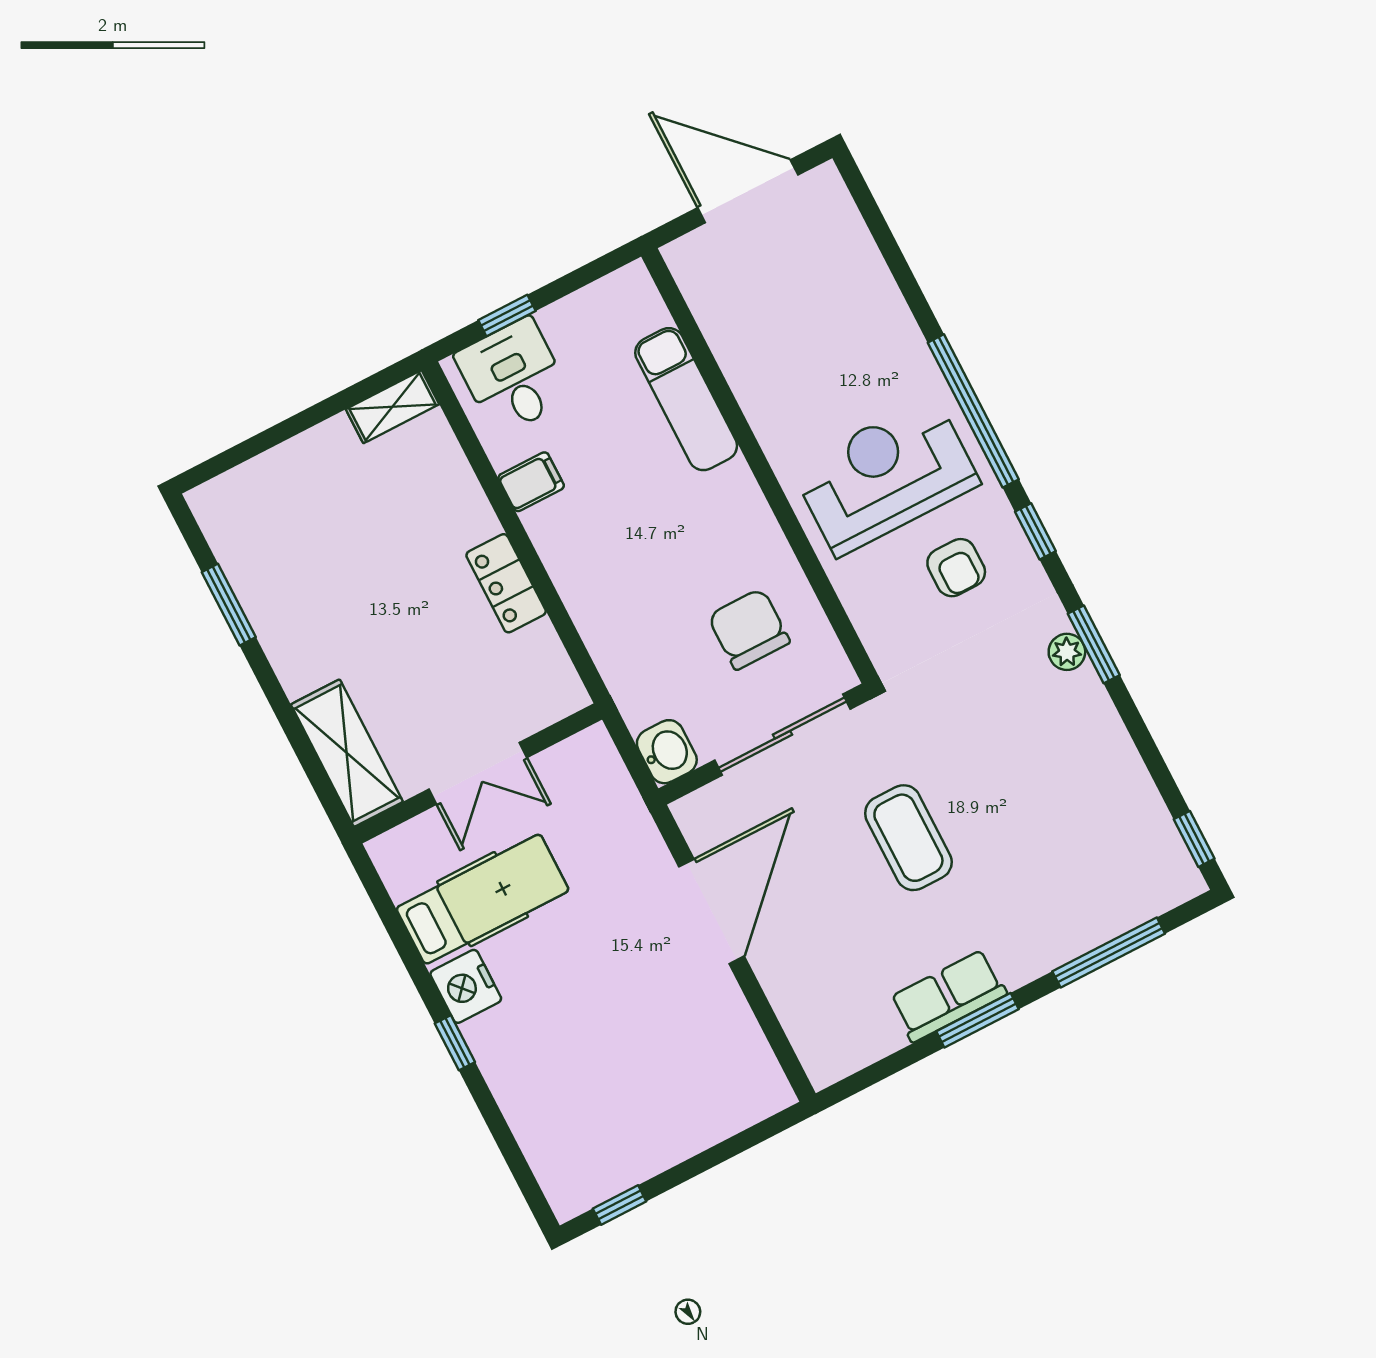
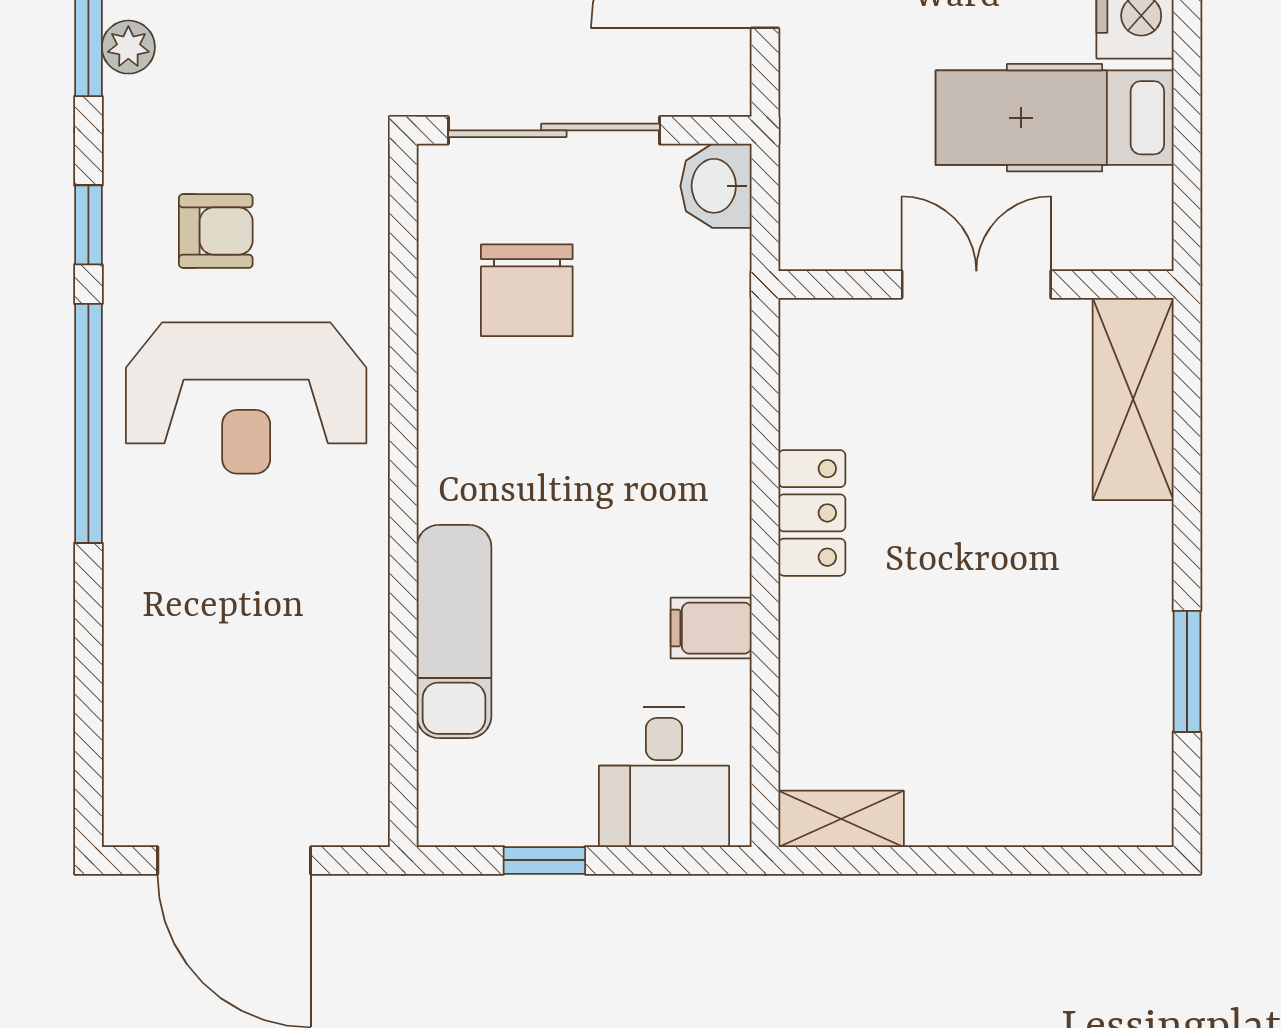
window: (507, 316) -> (544, 860), moved
armchair: (956, 568) -> (216, 231), turned 90

